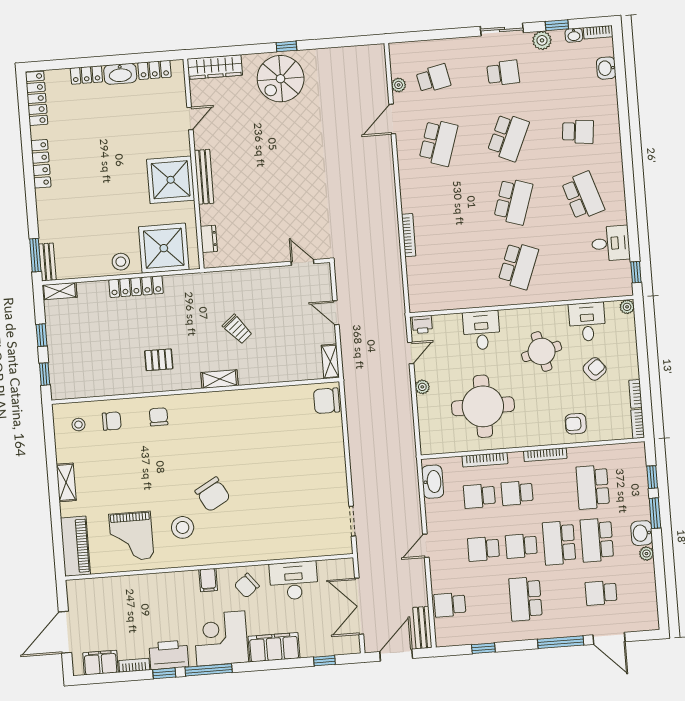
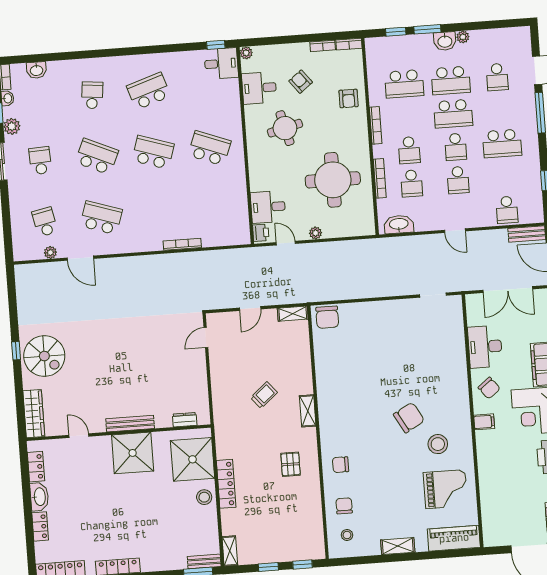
desk: (611, 243) -> (221, 64), moved, turned 90
desk: (482, 330) -> (268, 207), moved

